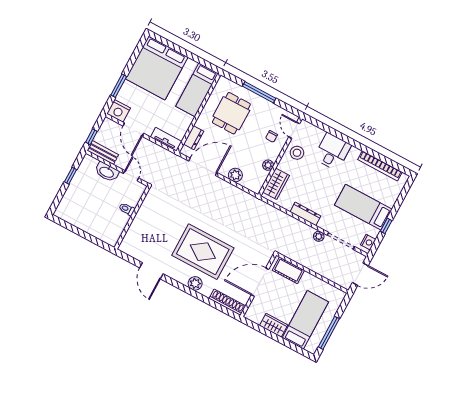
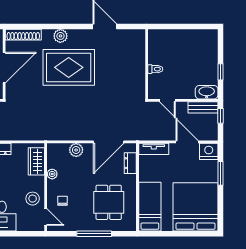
washbasin: (107, 172) -> (207, 92), moved

